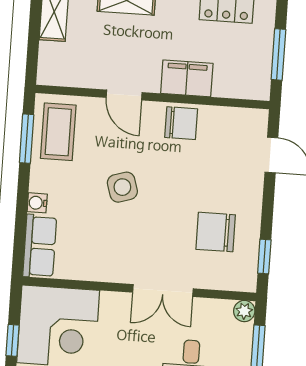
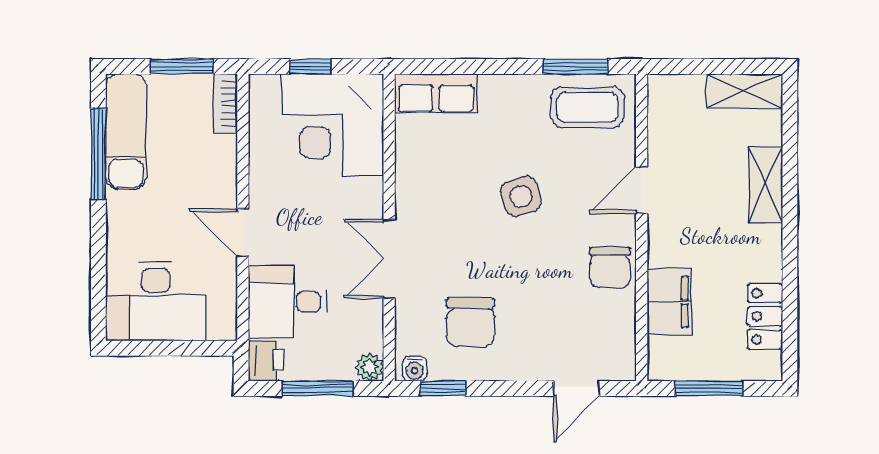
filing cabinet: (187, 78) -> (669, 302), moved
water cooler: (37, 203) -> (415, 369), moved, turned 180
chair: (216, 232) -> (471, 323), turned 180

